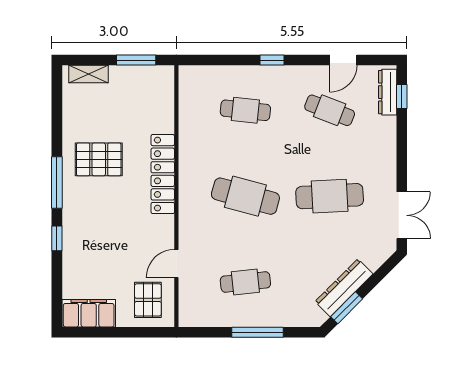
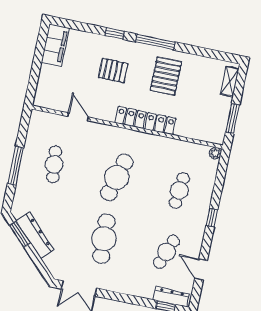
plant: (186, 73) -> (215, 153), added
pallet: (148, 300) -> (113, 70), moved

